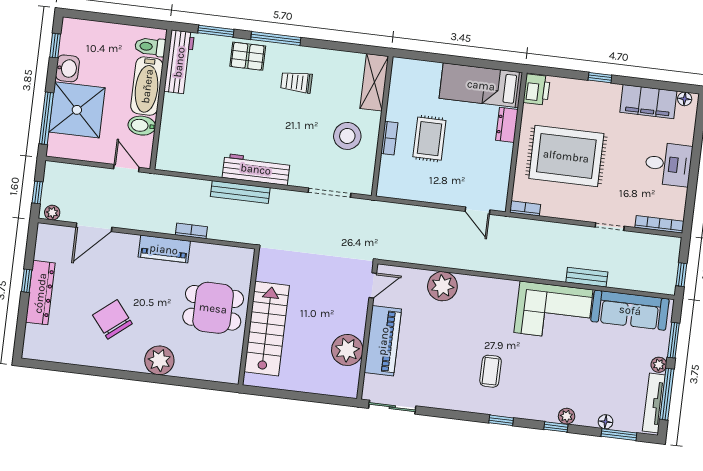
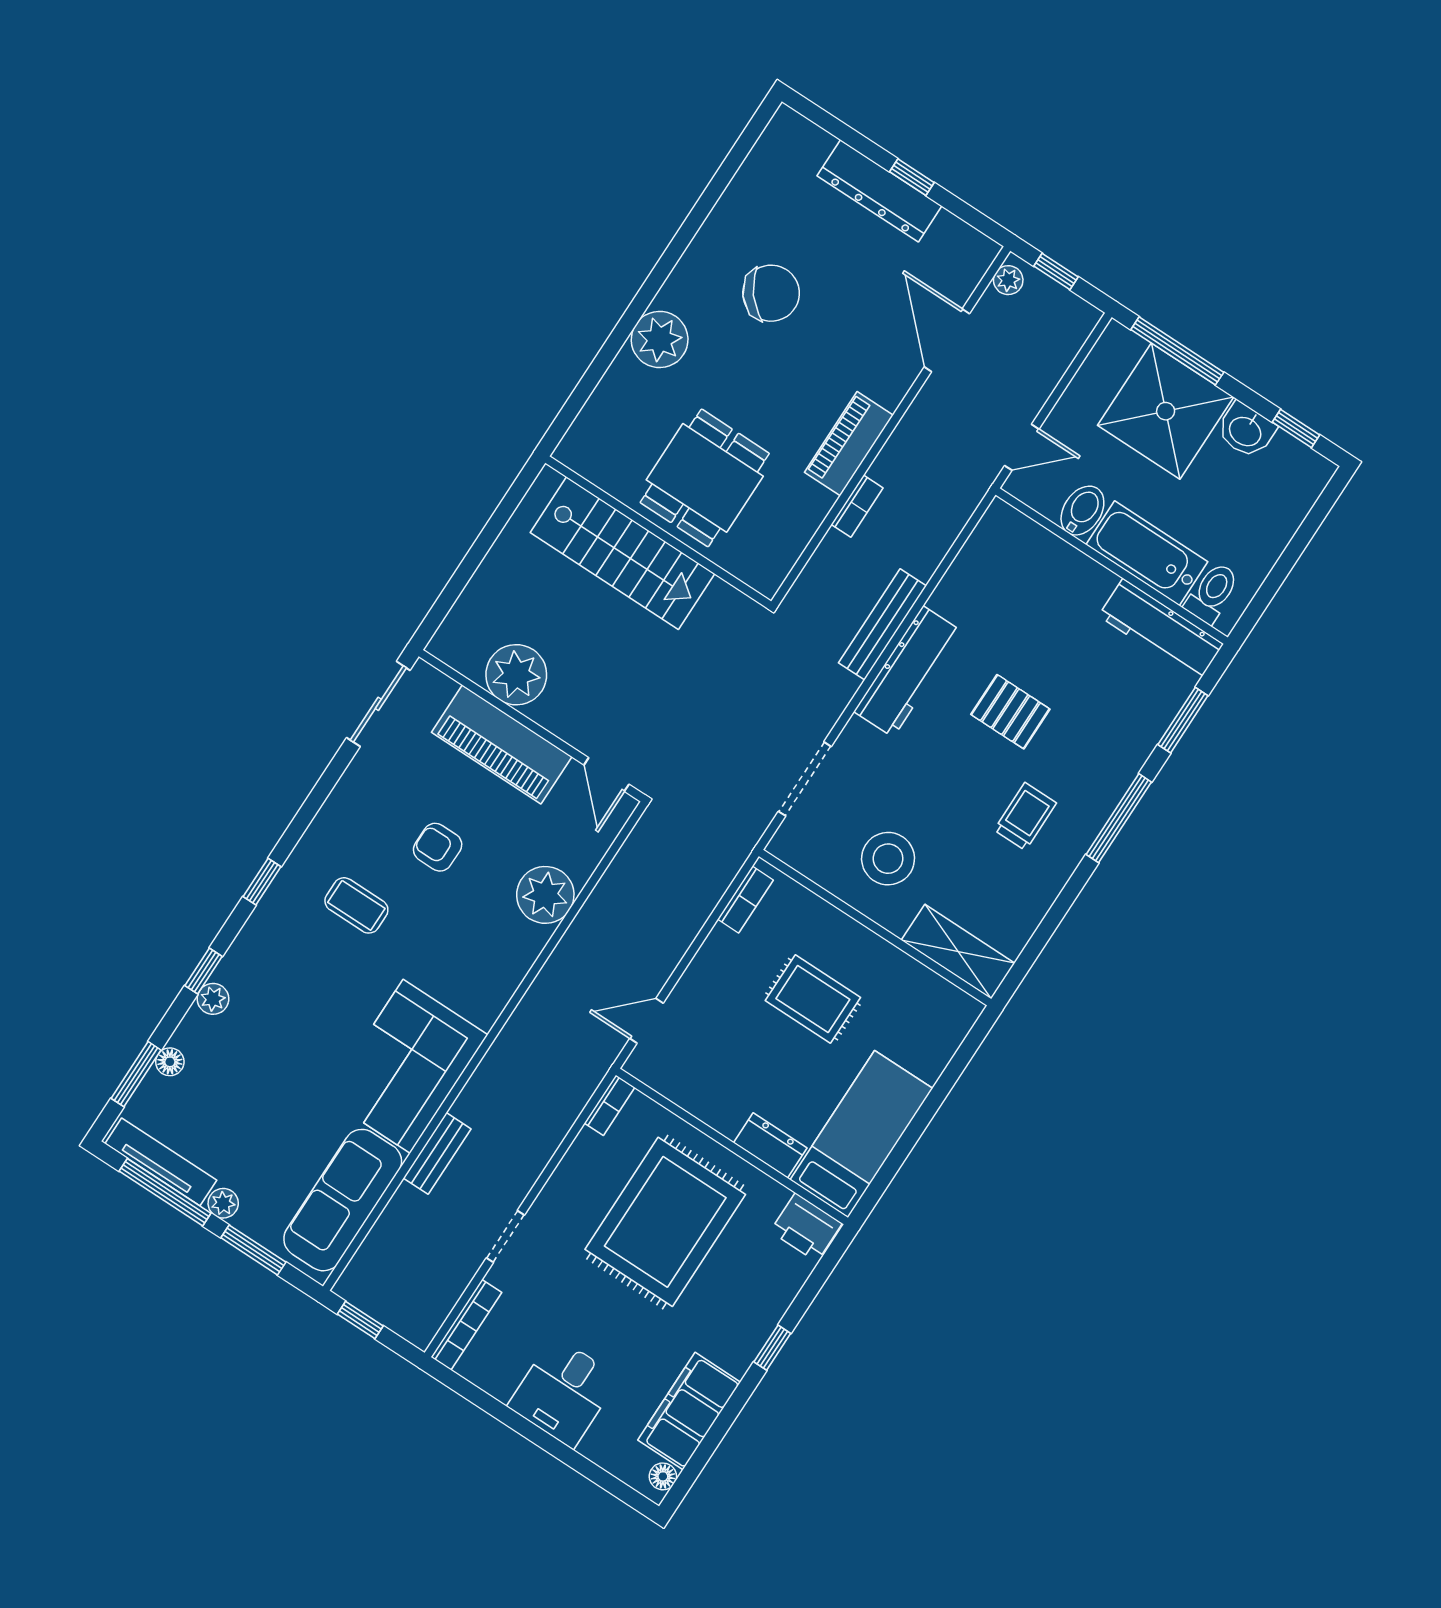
pallet: (248, 56) -> (1010, 712), moved, turned 90
bookcase: (389, 138) -> (745, 900), moved, turned -90
armchair: (445, 347) -> (438, 847), added

